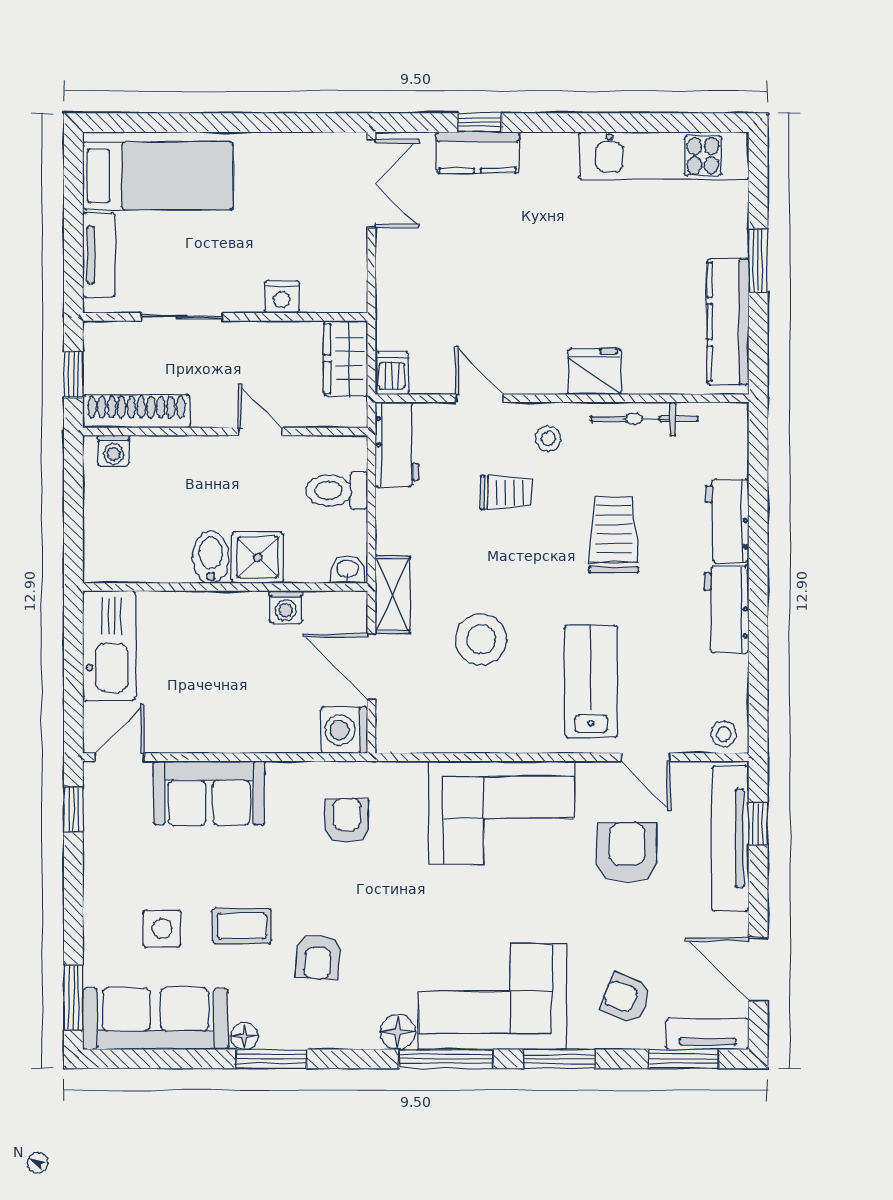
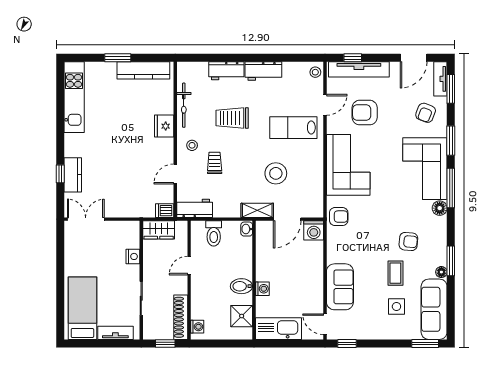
shower: (258, 557) -> (242, 316), moved
washing machine: (286, 607) -> (262, 289), moved
armchair: (347, 821) -> (339, 217), moved, turned 180

